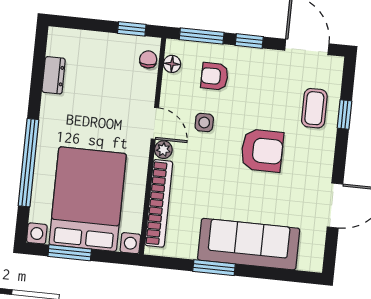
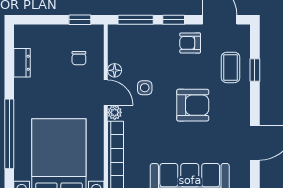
chair: (148, 59) -> (79, 58), moved, turned 180
floor lamp: (172, 64) -> (115, 70), moved
armchair: (215, 76) -> (190, 43), moved

